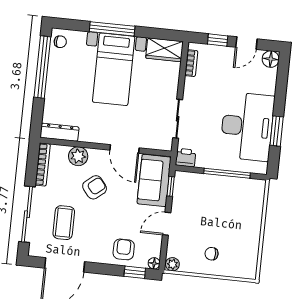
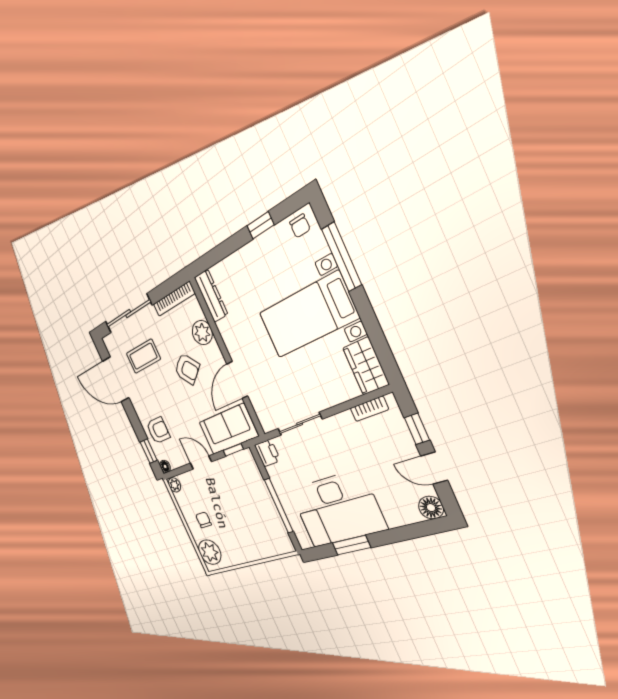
window: (112, 29) -> (342, 257), moved
window: (42, 67) -> (261, 225), width x0.32
plant: (240, 266) -> (210, 552), added

